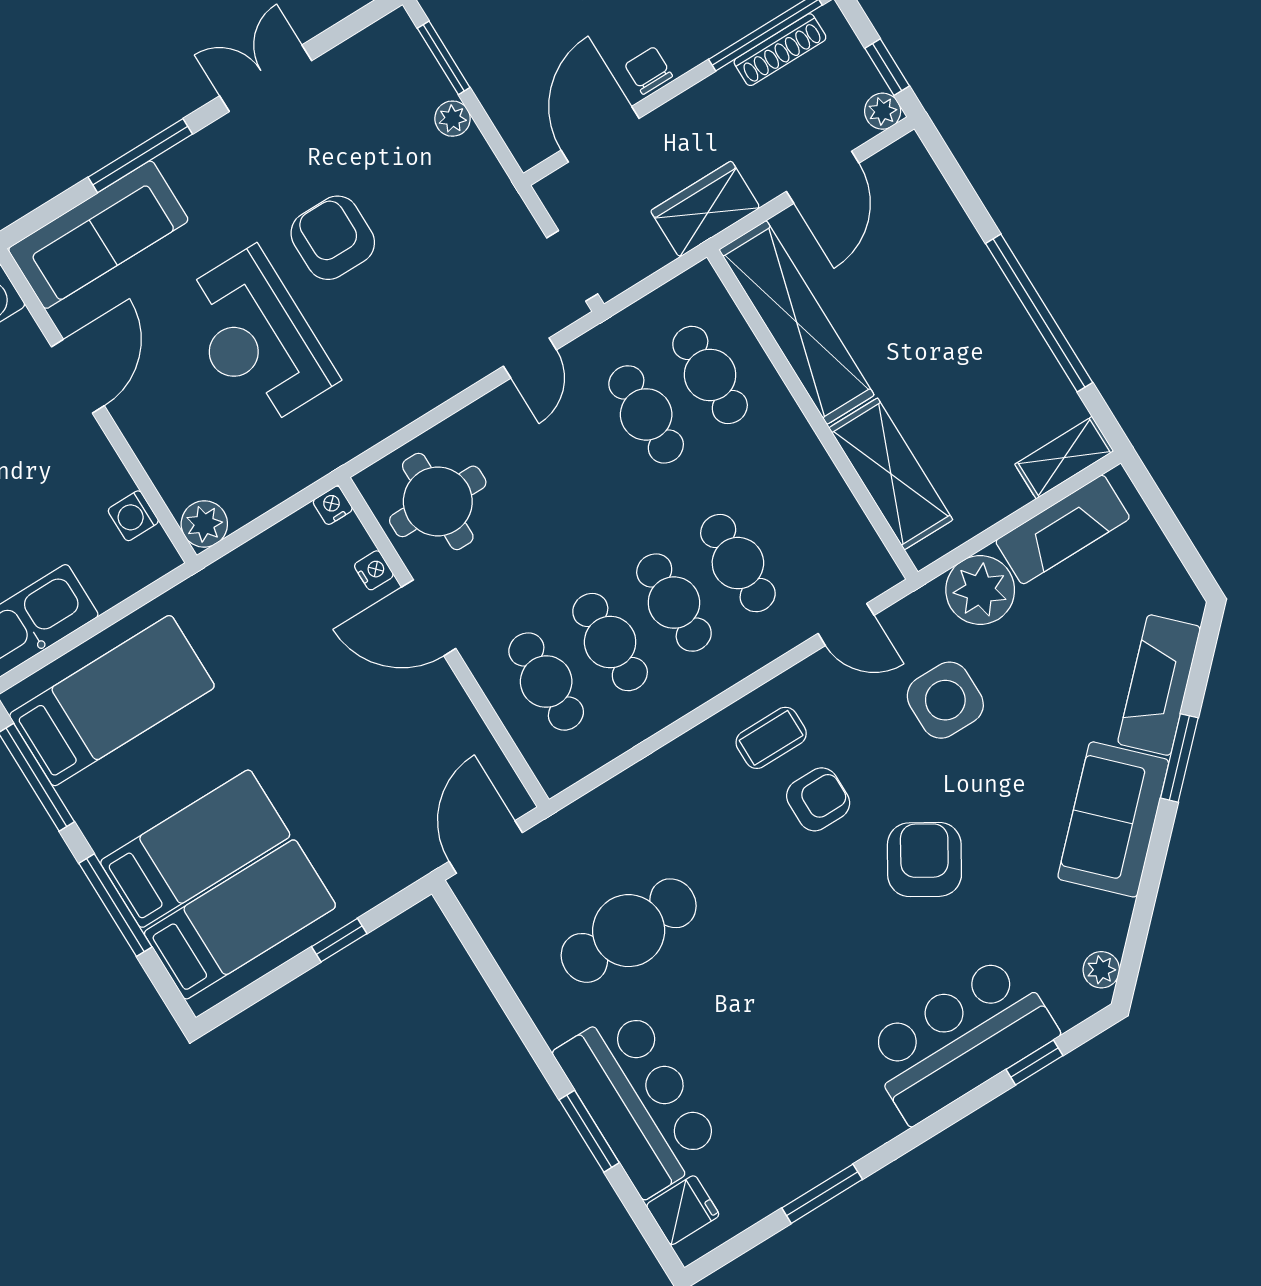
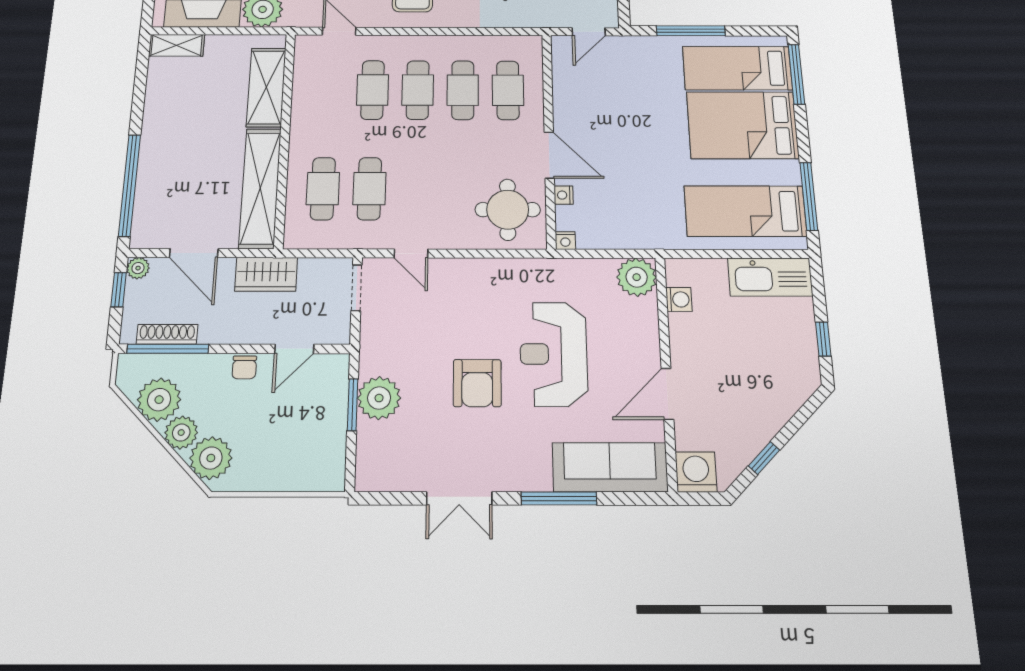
window: (444, 58) -> (353, 405), moved
plant: (453, 119) -> (379, 398), width x1.87, depth x1.87
door: (600, 134) -> (294, 349), width x0.73
door: (823, 177) -> (194, 253), swing flipped
window: (1039, 313) -> (130, 185), moved
reception desk: (256, 338) -> (554, 354), turned 180
door: (530, 358) -> (411, 253), swing flipped
plant: (204, 524) -> (637, 277), width x1.36, depth x1.36
door: (486, 847) -> (589, 32), width x0.73
bed: (195, 849) -> (742, 125), width x1.50
window: (115, 905) -> (796, 74), moved
window: (339, 940) -> (691, 31), width x2.17

